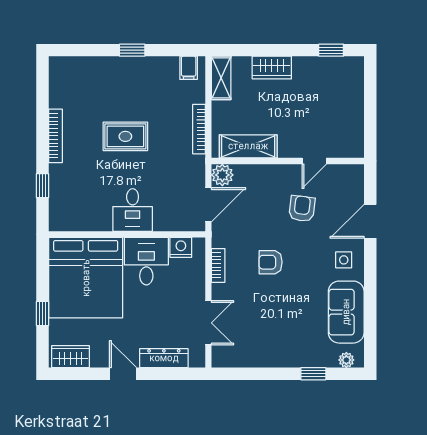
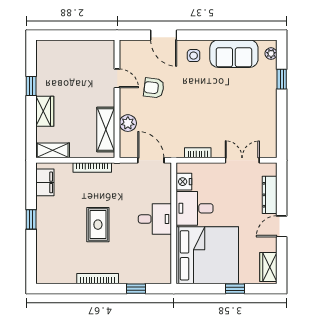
window: (331, 50) -> (31, 86), moved
filing cabinet: (189, 68) -> (45, 182), width x2.00
plant: (222, 175) -> (128, 123), moved
armchair: (271, 262) -> (195, 112), removed

